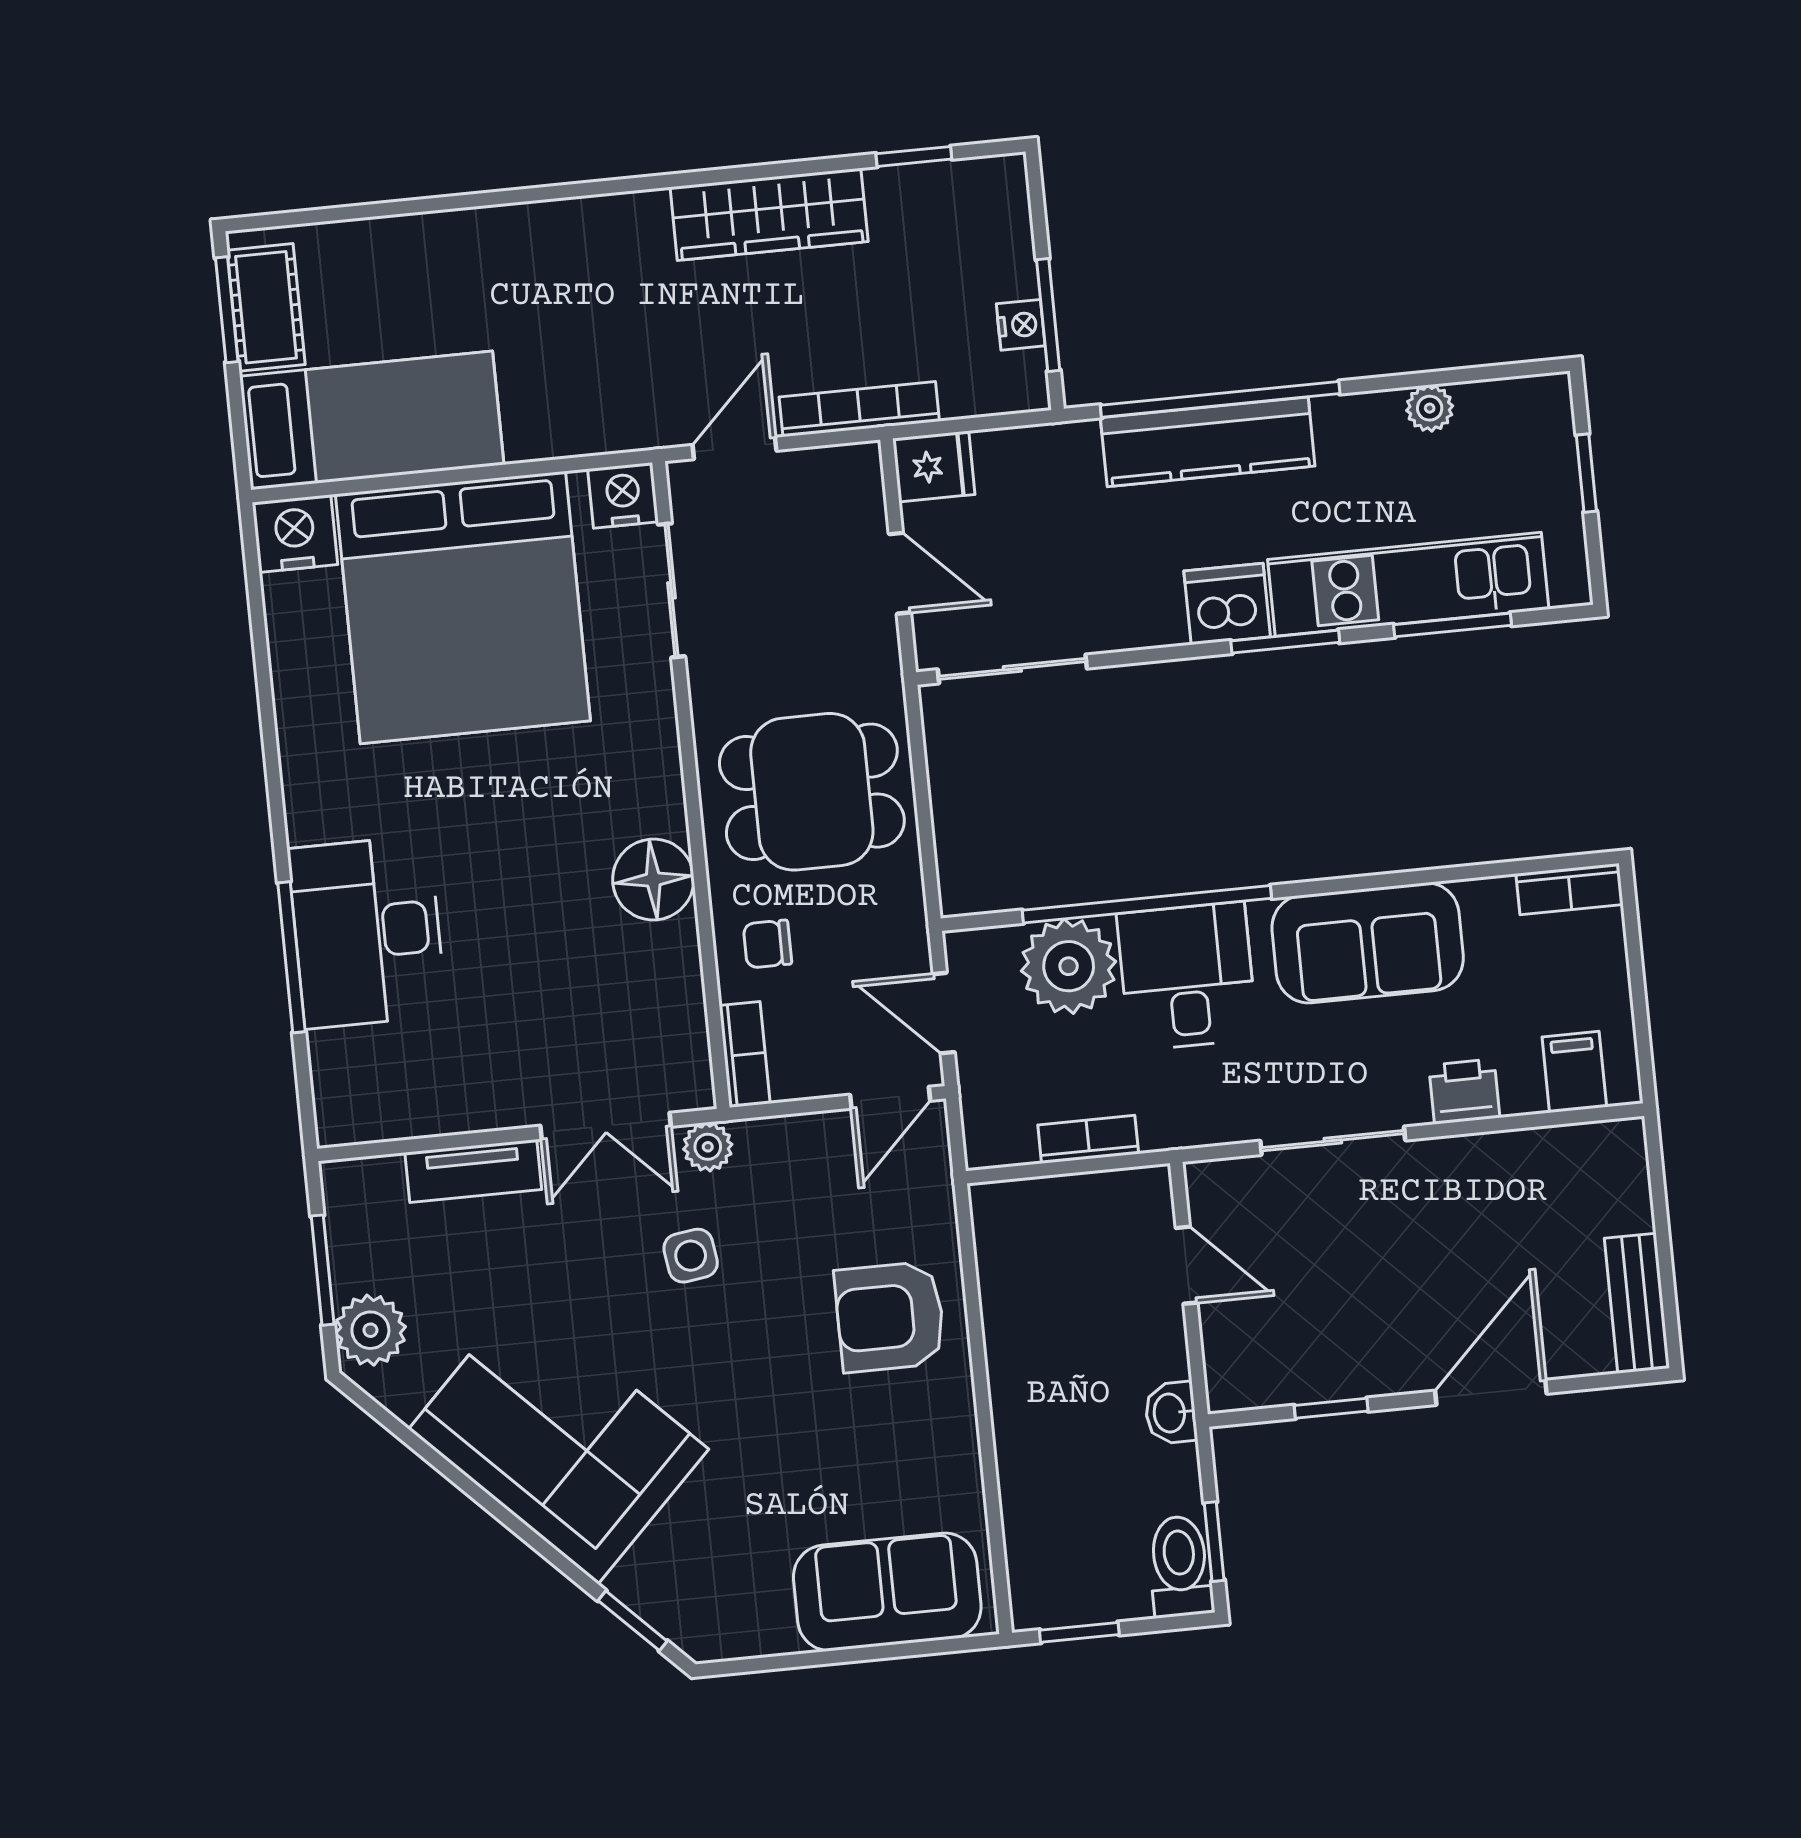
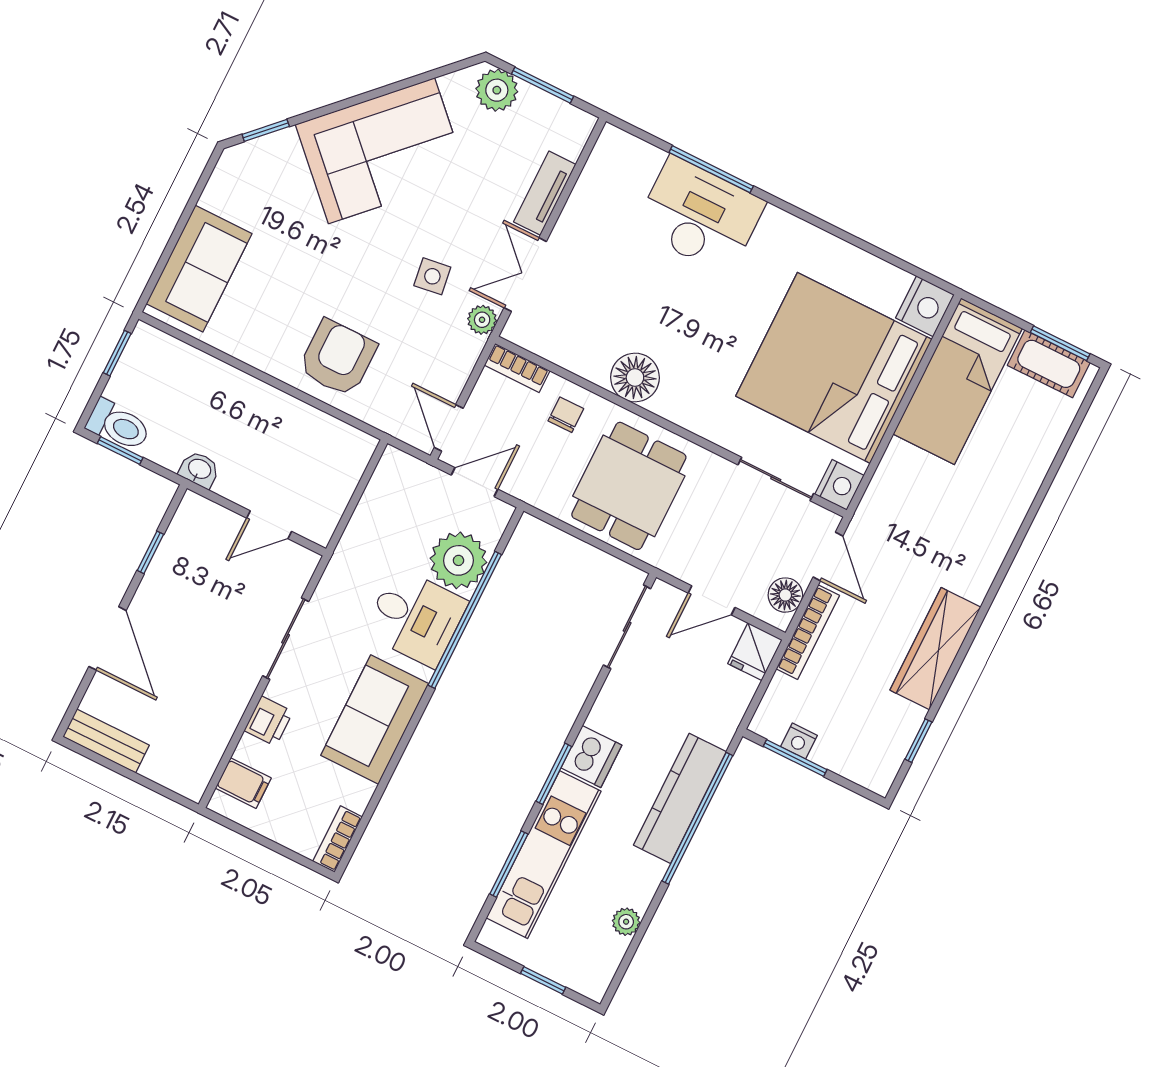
floor lamp: (827, 474) -> (785, 595), added
bookcase: (1088, 1139) -> (364, 515), removed

